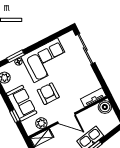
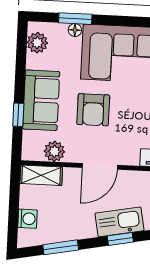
armchair: (48, 94) -> (93, 110), turned 180
door: (66, 118) -> (100, 166), hinge flipped

